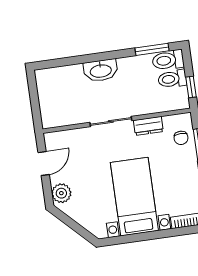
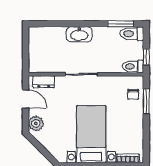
toilet: (172, 79) -> (133, 66), moved
dresser: (148, 126) -> (44, 82), moved
door: (44, 163) -> (26, 99), hinge flipped

